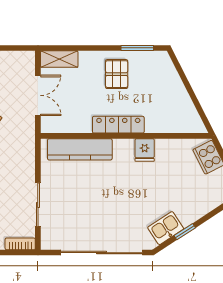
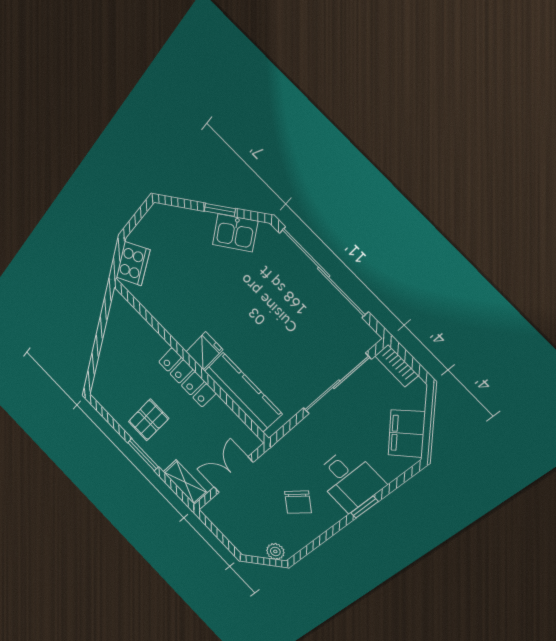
window: (137, 48) -> (143, 455), moved
fridge: (145, 150) -> (204, 351), moved
sliding door: (38, 205) -> (336, 384), width x1.37

